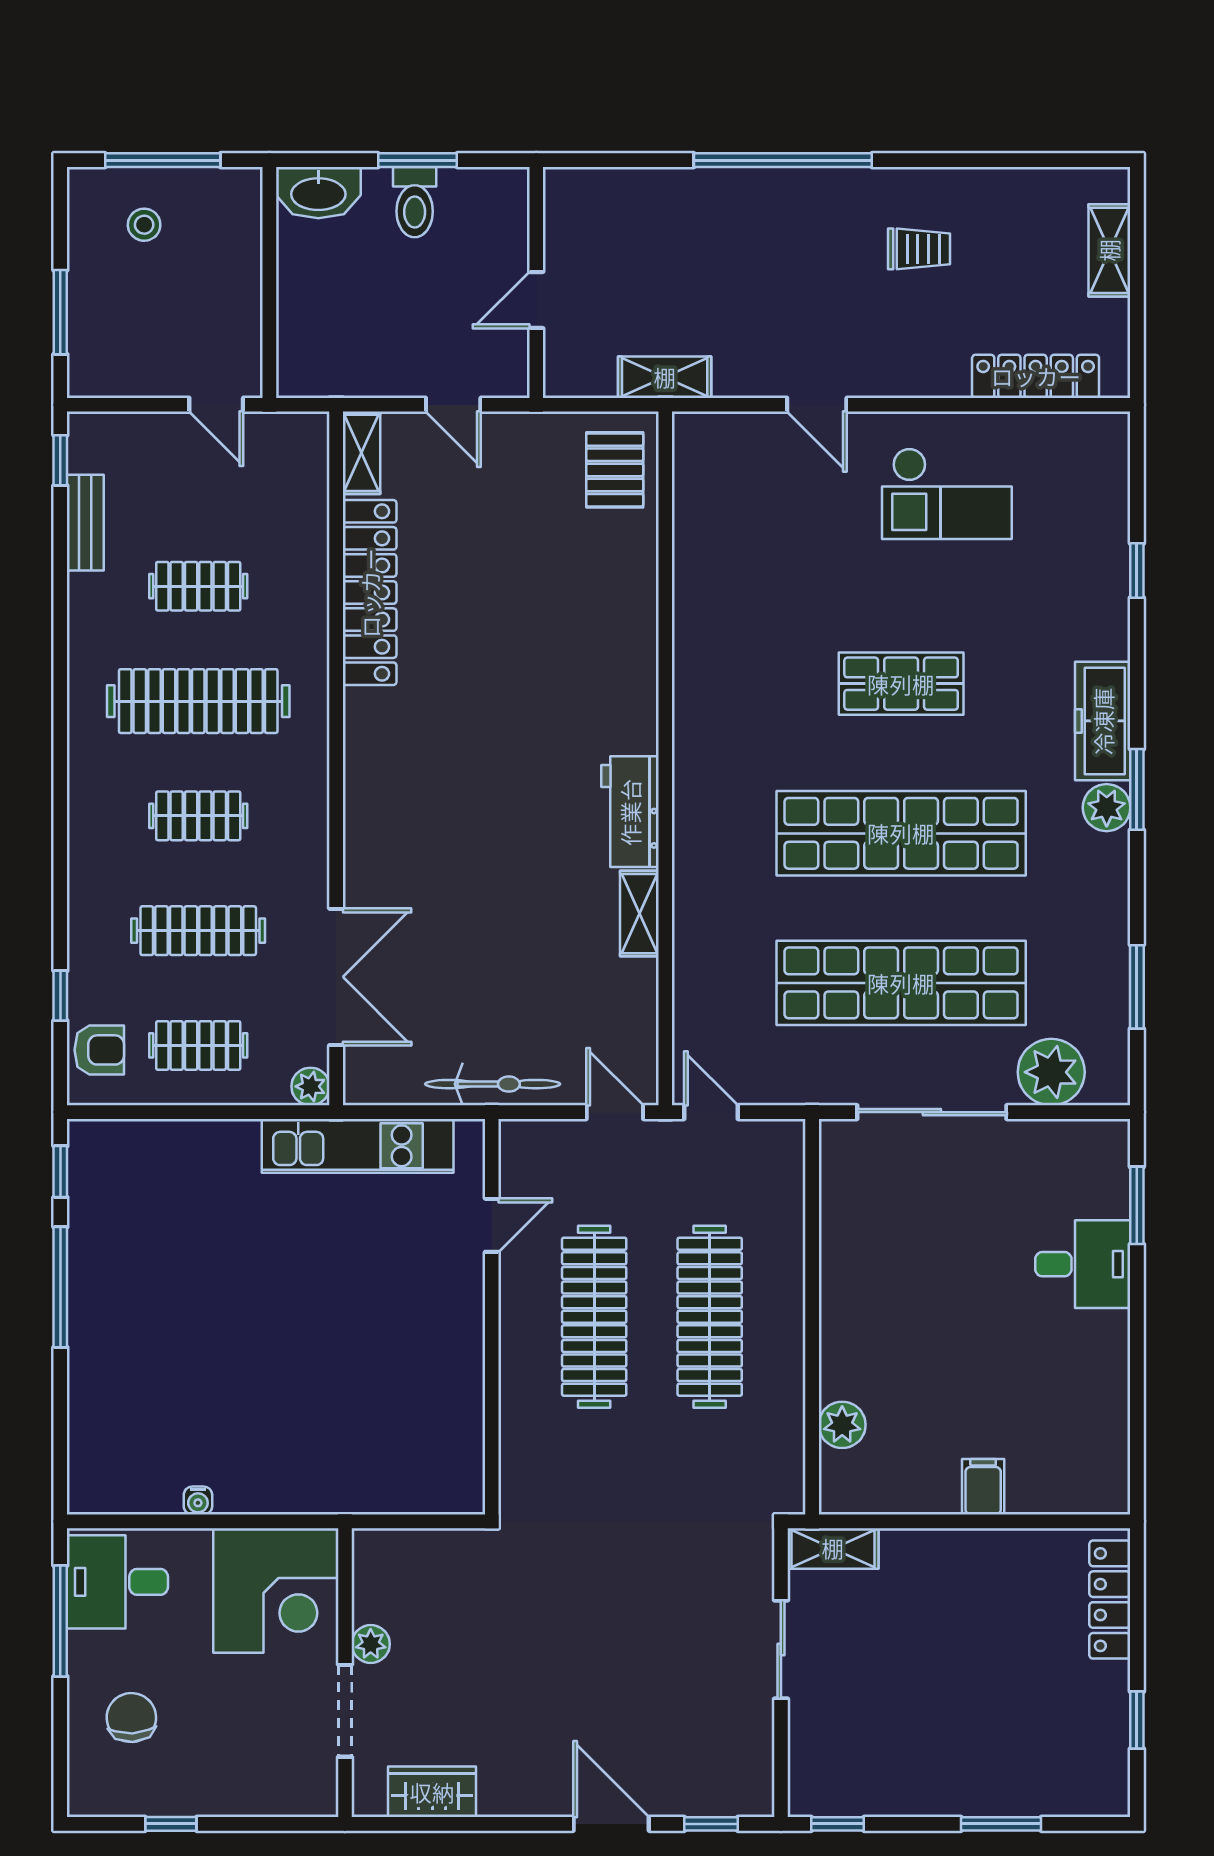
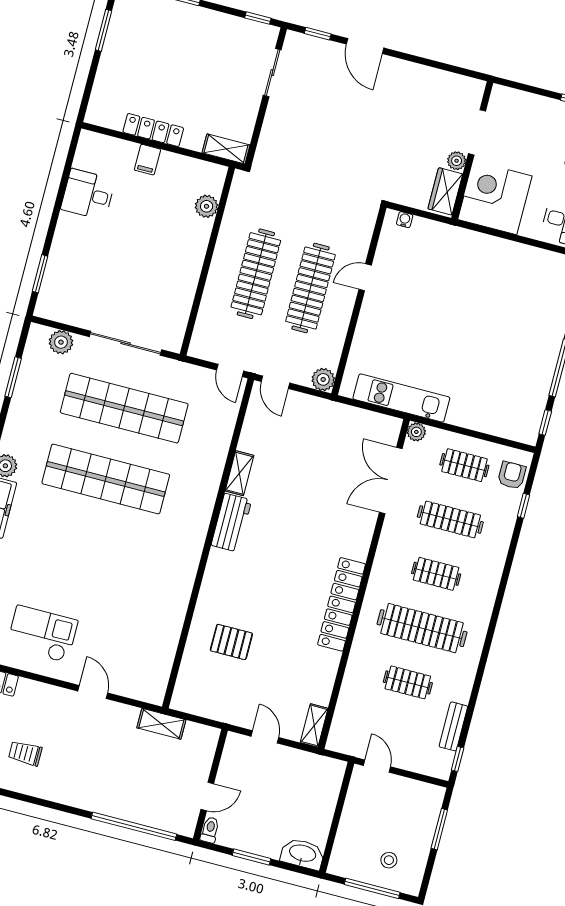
window: (783, 160) -> (134, 826), moved
toilet: (415, 202) -> (210, 830), moved, width x0.73, depth x0.72
door: (536, 300) -> (207, 796), moved
pallet: (615, 470) -> (231, 642), moved, turned 90
locker: (370, 593) -> (342, 604), moved
shop shelf: (901, 684) -> (87, 550), removed
armchair: (99, 1050) -> (512, 475), turned 90
plant: (1051, 1072) -> (61, 342), width x0.73, depth x0.73
bicycle: (493, 1084) -> (330, 411), removed
plant: (522, 1142) -> (323, 379), added
door: (492, 1225) -> (365, 277), moved
desk: (1083, 1264) -> (88, 194), moved
water cooler: (198, 1501) -> (405, 220), moved
locker: (1110, 1600) -> (153, 130), moved, turned -90
sliding door: (781, 1649) -> (272, 73), moved
window: (1137, 1720) -> (103, 30), width x1.50
wardrobe: (432, 1792) -> (445, 191), moved, turned 90

